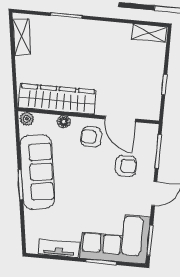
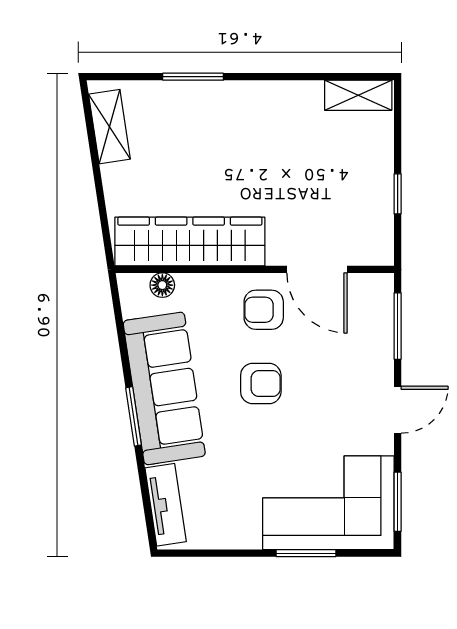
plant: (27, 119) -> (134, 286), removed
floor lamp: (64, 122) -> (162, 285), moved
armchair: (126, 166) -> (261, 384), moved
tv unit: (59, 248) -> (166, 505), moved, turned 81

